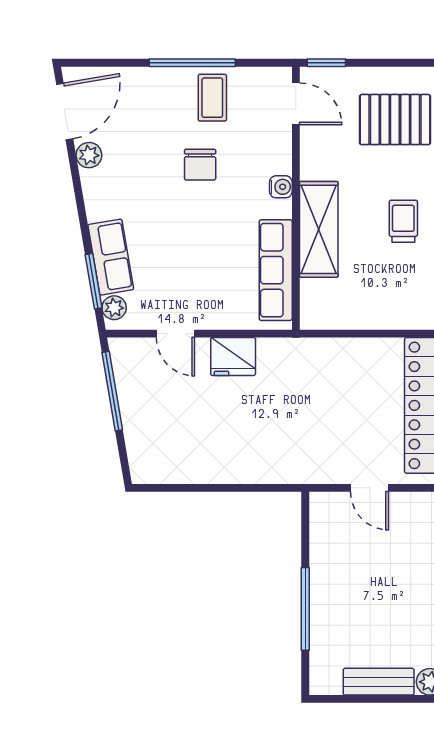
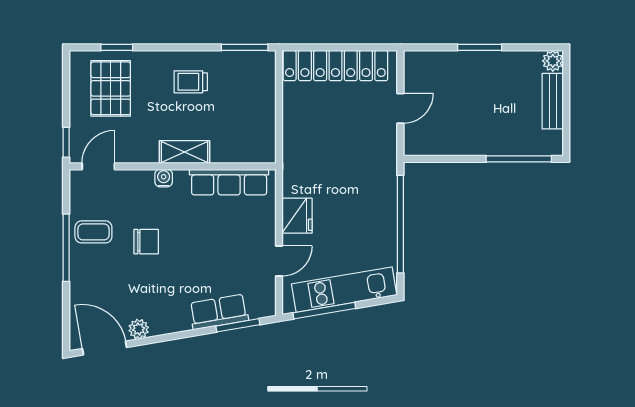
shelving: (319, 229) -> (184, 152), width x0.67, depth x0.75
plant: (114, 308) -> (259, 309), removed
kitchen unit: (139, 416) -> (344, 290), added
window: (222, 488) -> (400, 224), added
window: (305, 609) -> (519, 159), moved

